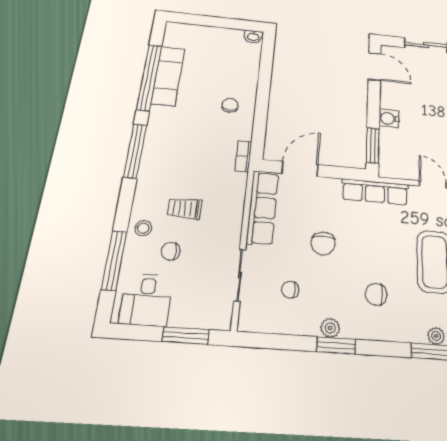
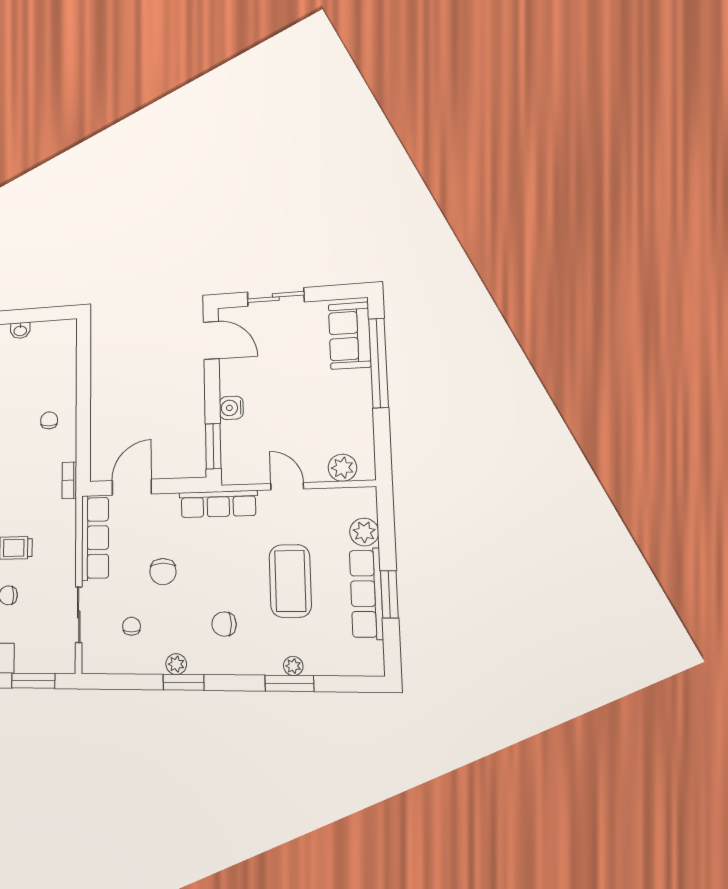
washbasin: (253, 37) -> (20, 330), moved
chair: (290, 290) -> (131, 626), turned 90

